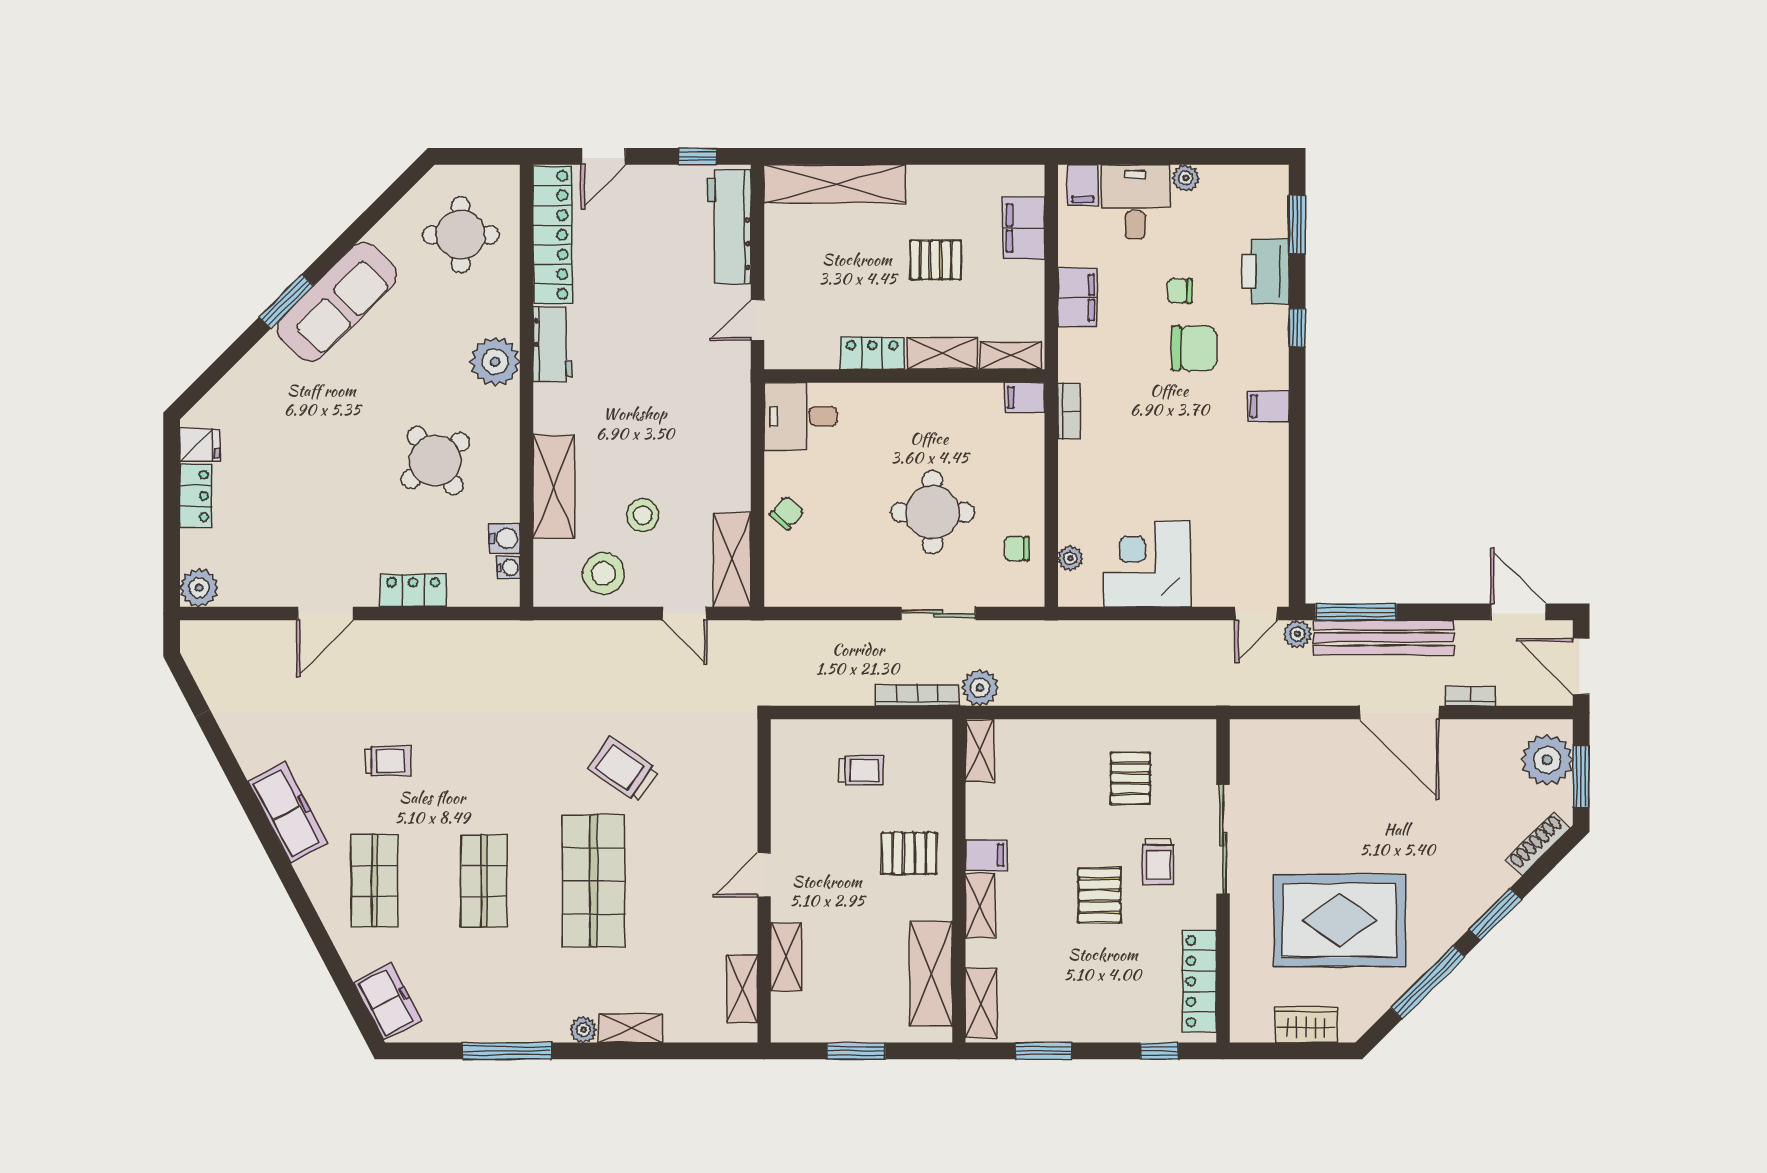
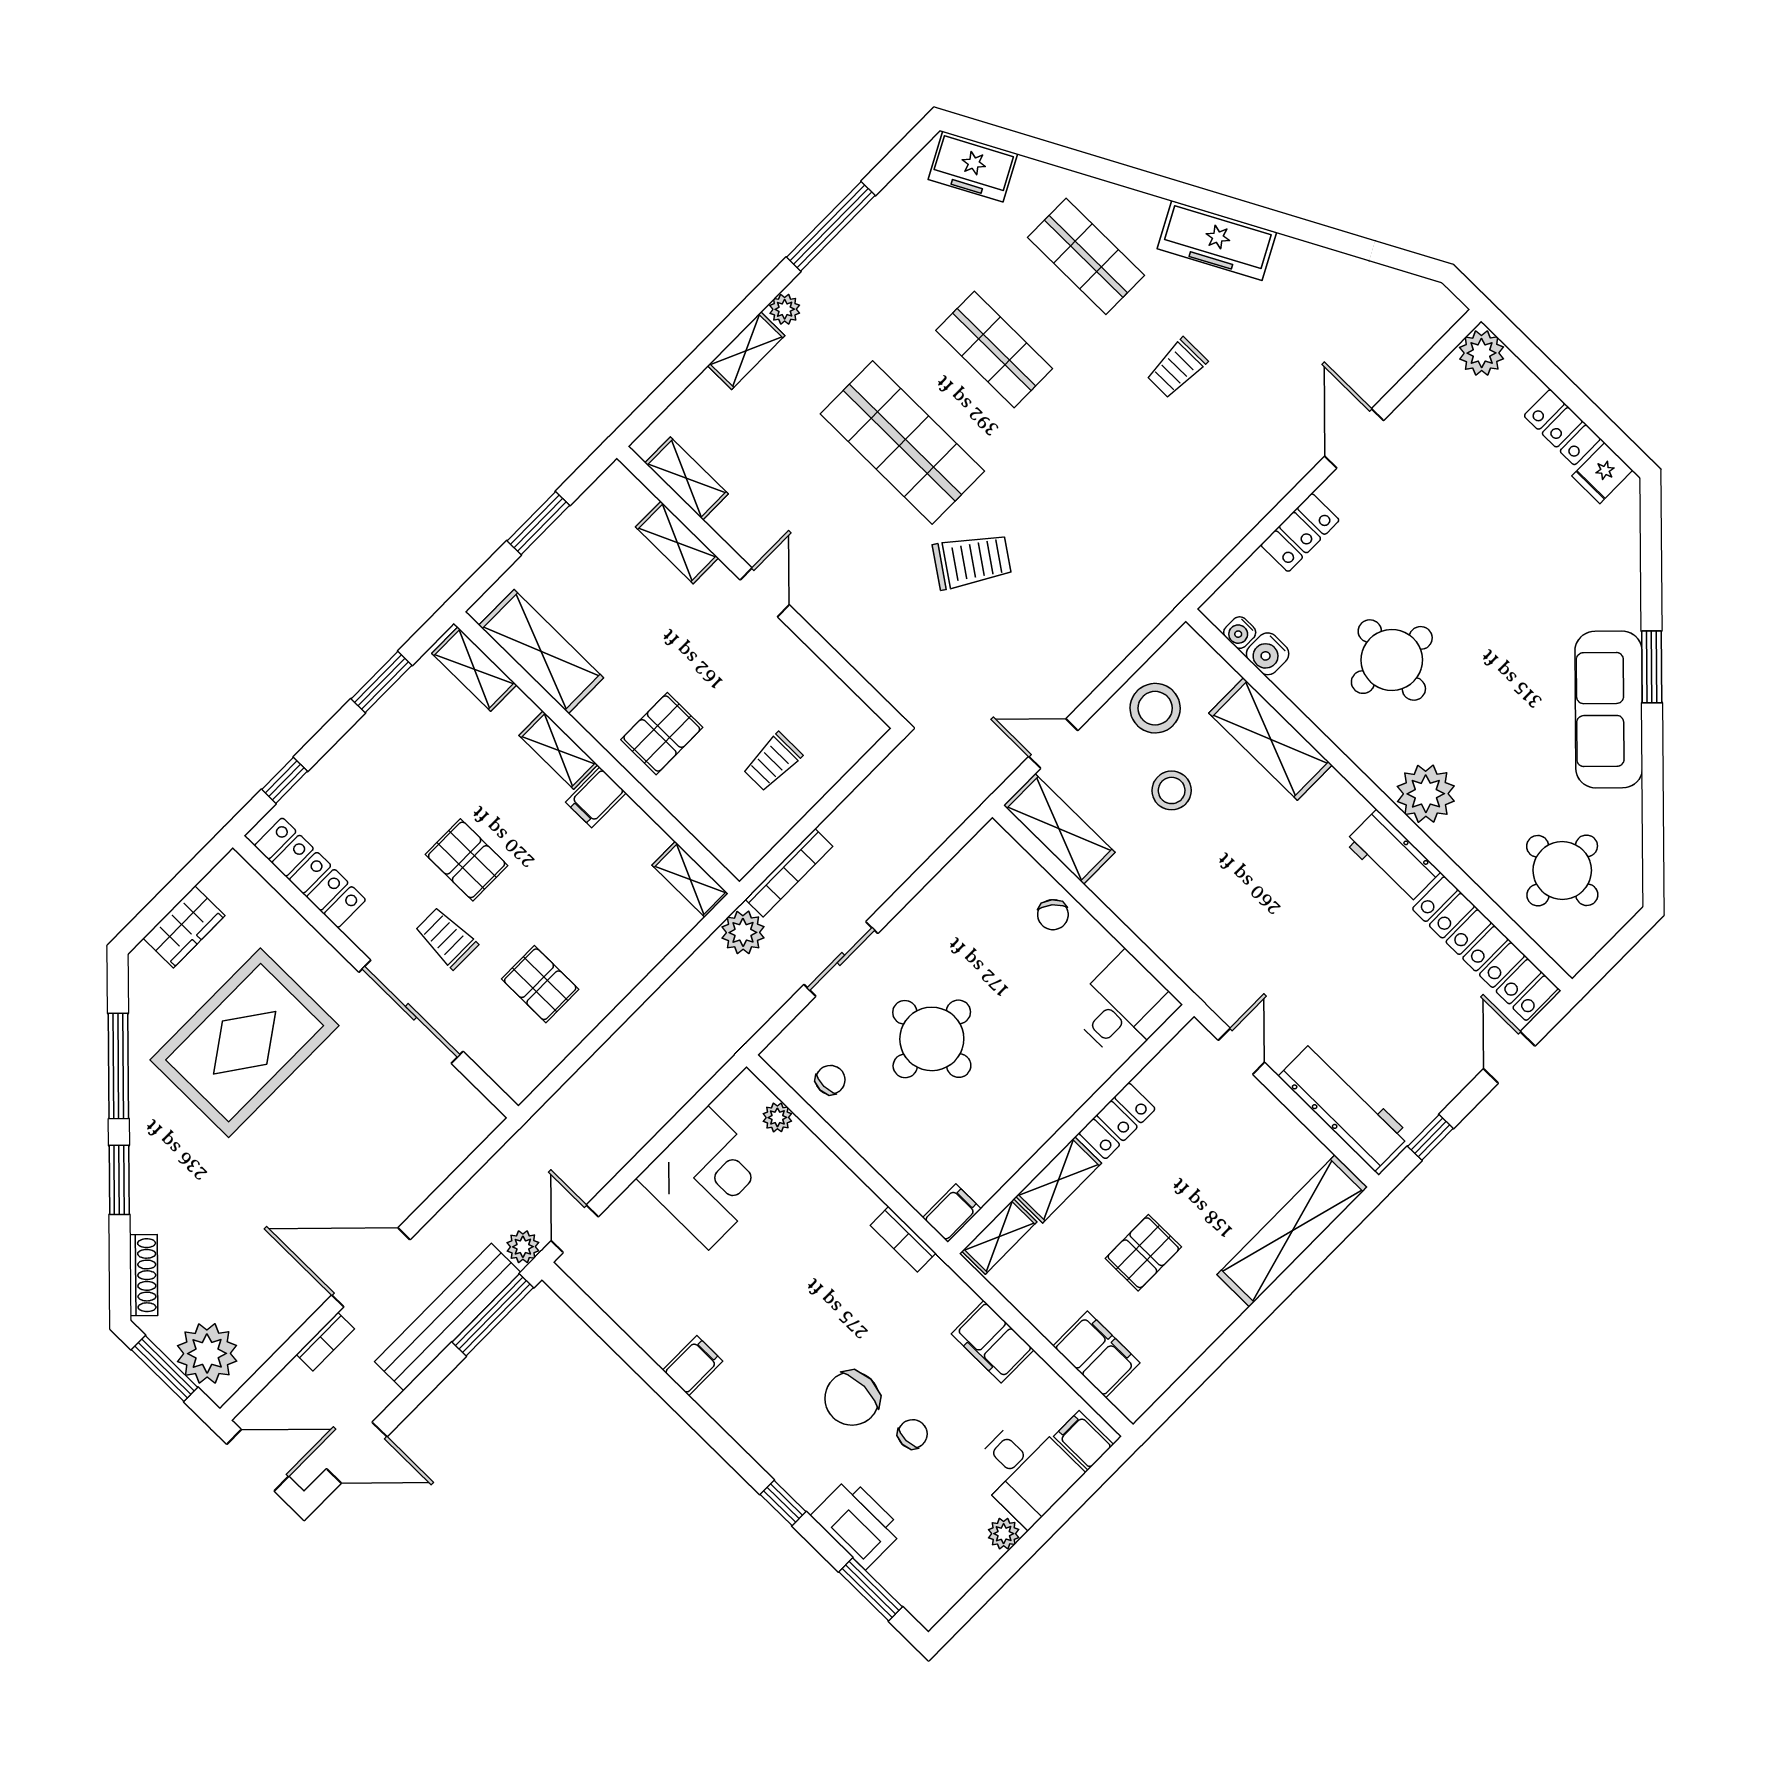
filing cabinet: (1268, 406) -> (693, 1366), moved
round table: (435, 461) -> (1392, 660), turned 45

